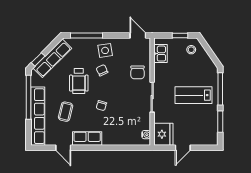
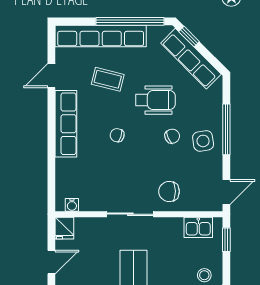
window: (87, 36) -> (226, 129), moved
window: (180, 36) -> (226, 240), moved
wheelchair: (79, 81) -> (155, 100), turned 180
fridge: (163, 134) -> (64, 228), width x0.53, depth x0.75
row of seats: (87, 138) -> (66, 124), width x1.48
door: (183, 148) -> (51, 262), swing flipped

